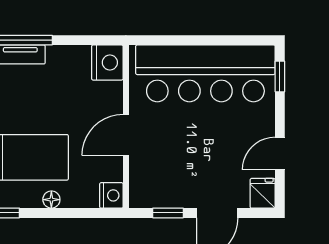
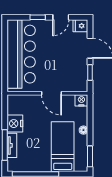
nightstand: (107, 62) -> (15, 124), moved, turned -90
window: (280, 77) -> (38, 17), moved
door: (280, 154) -> (61, 17), hinge flipped

